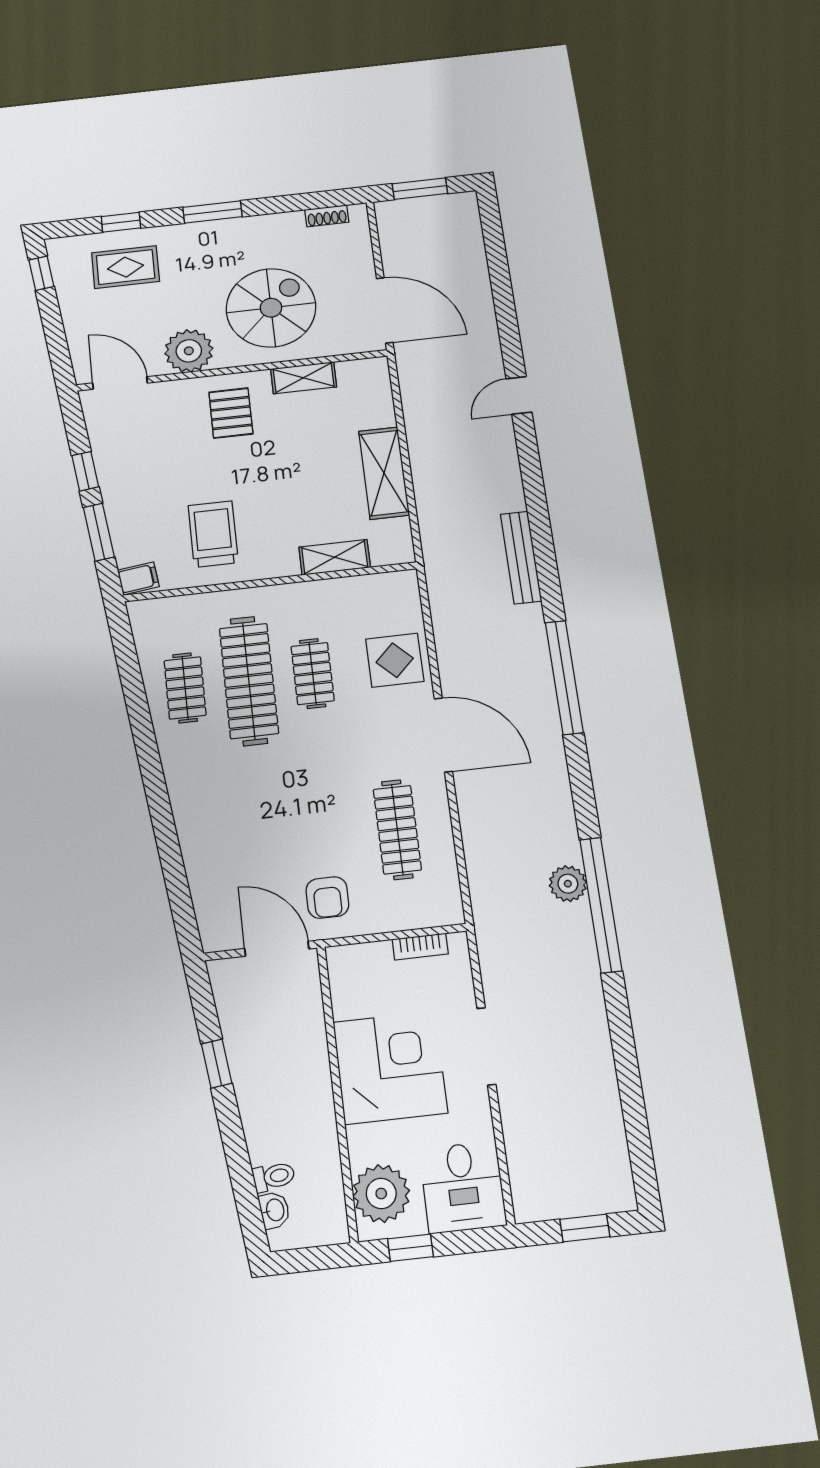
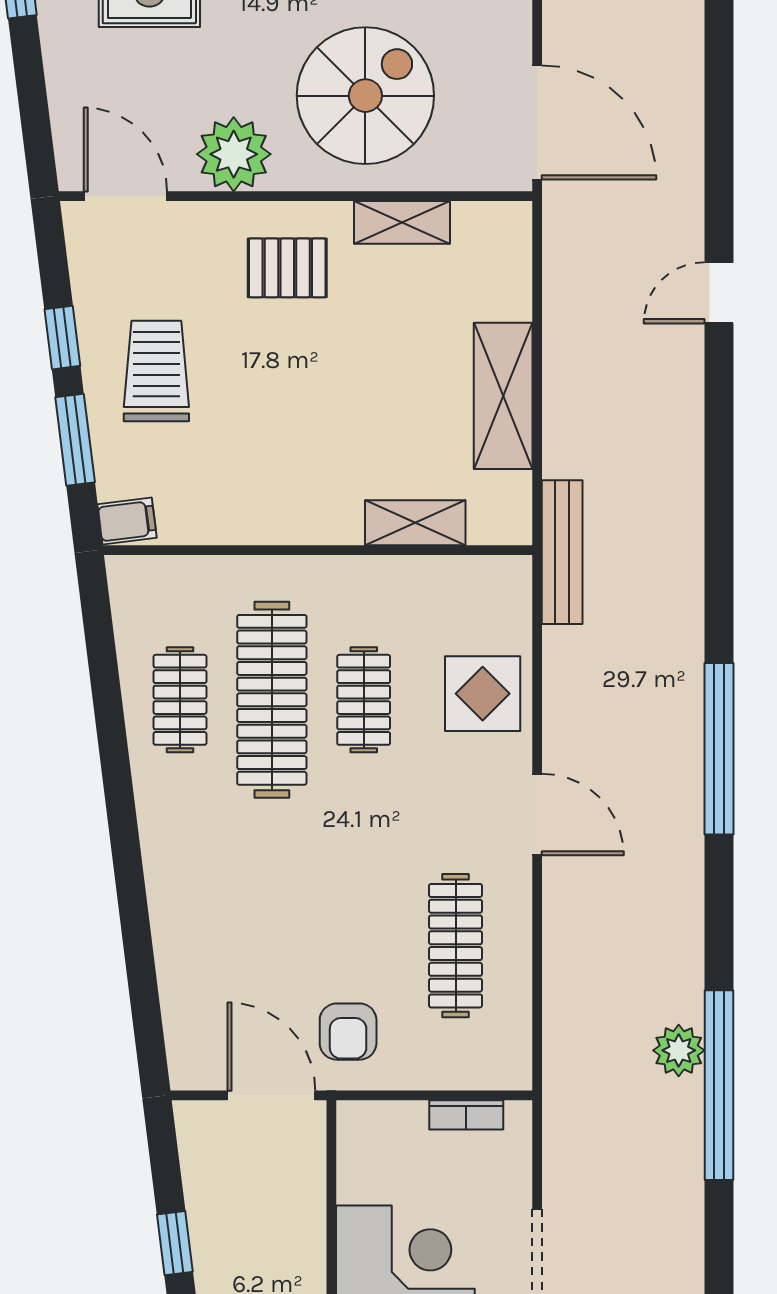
pallet: (231, 413) -> (287, 268), turned 90
trolley: (213, 534) -> (156, 371), moved
bench: (521, 557) -> (562, 552), moved
door: (443, 735) -> (537, 815), width x0.73

